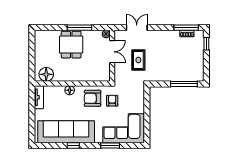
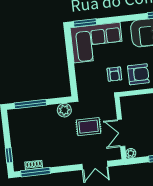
rug: (138, 60) -> (88, 127), turned 90
plant: (157, 76) -> (64, 110), added
window: (110, 145) -> (85, 23), moved

